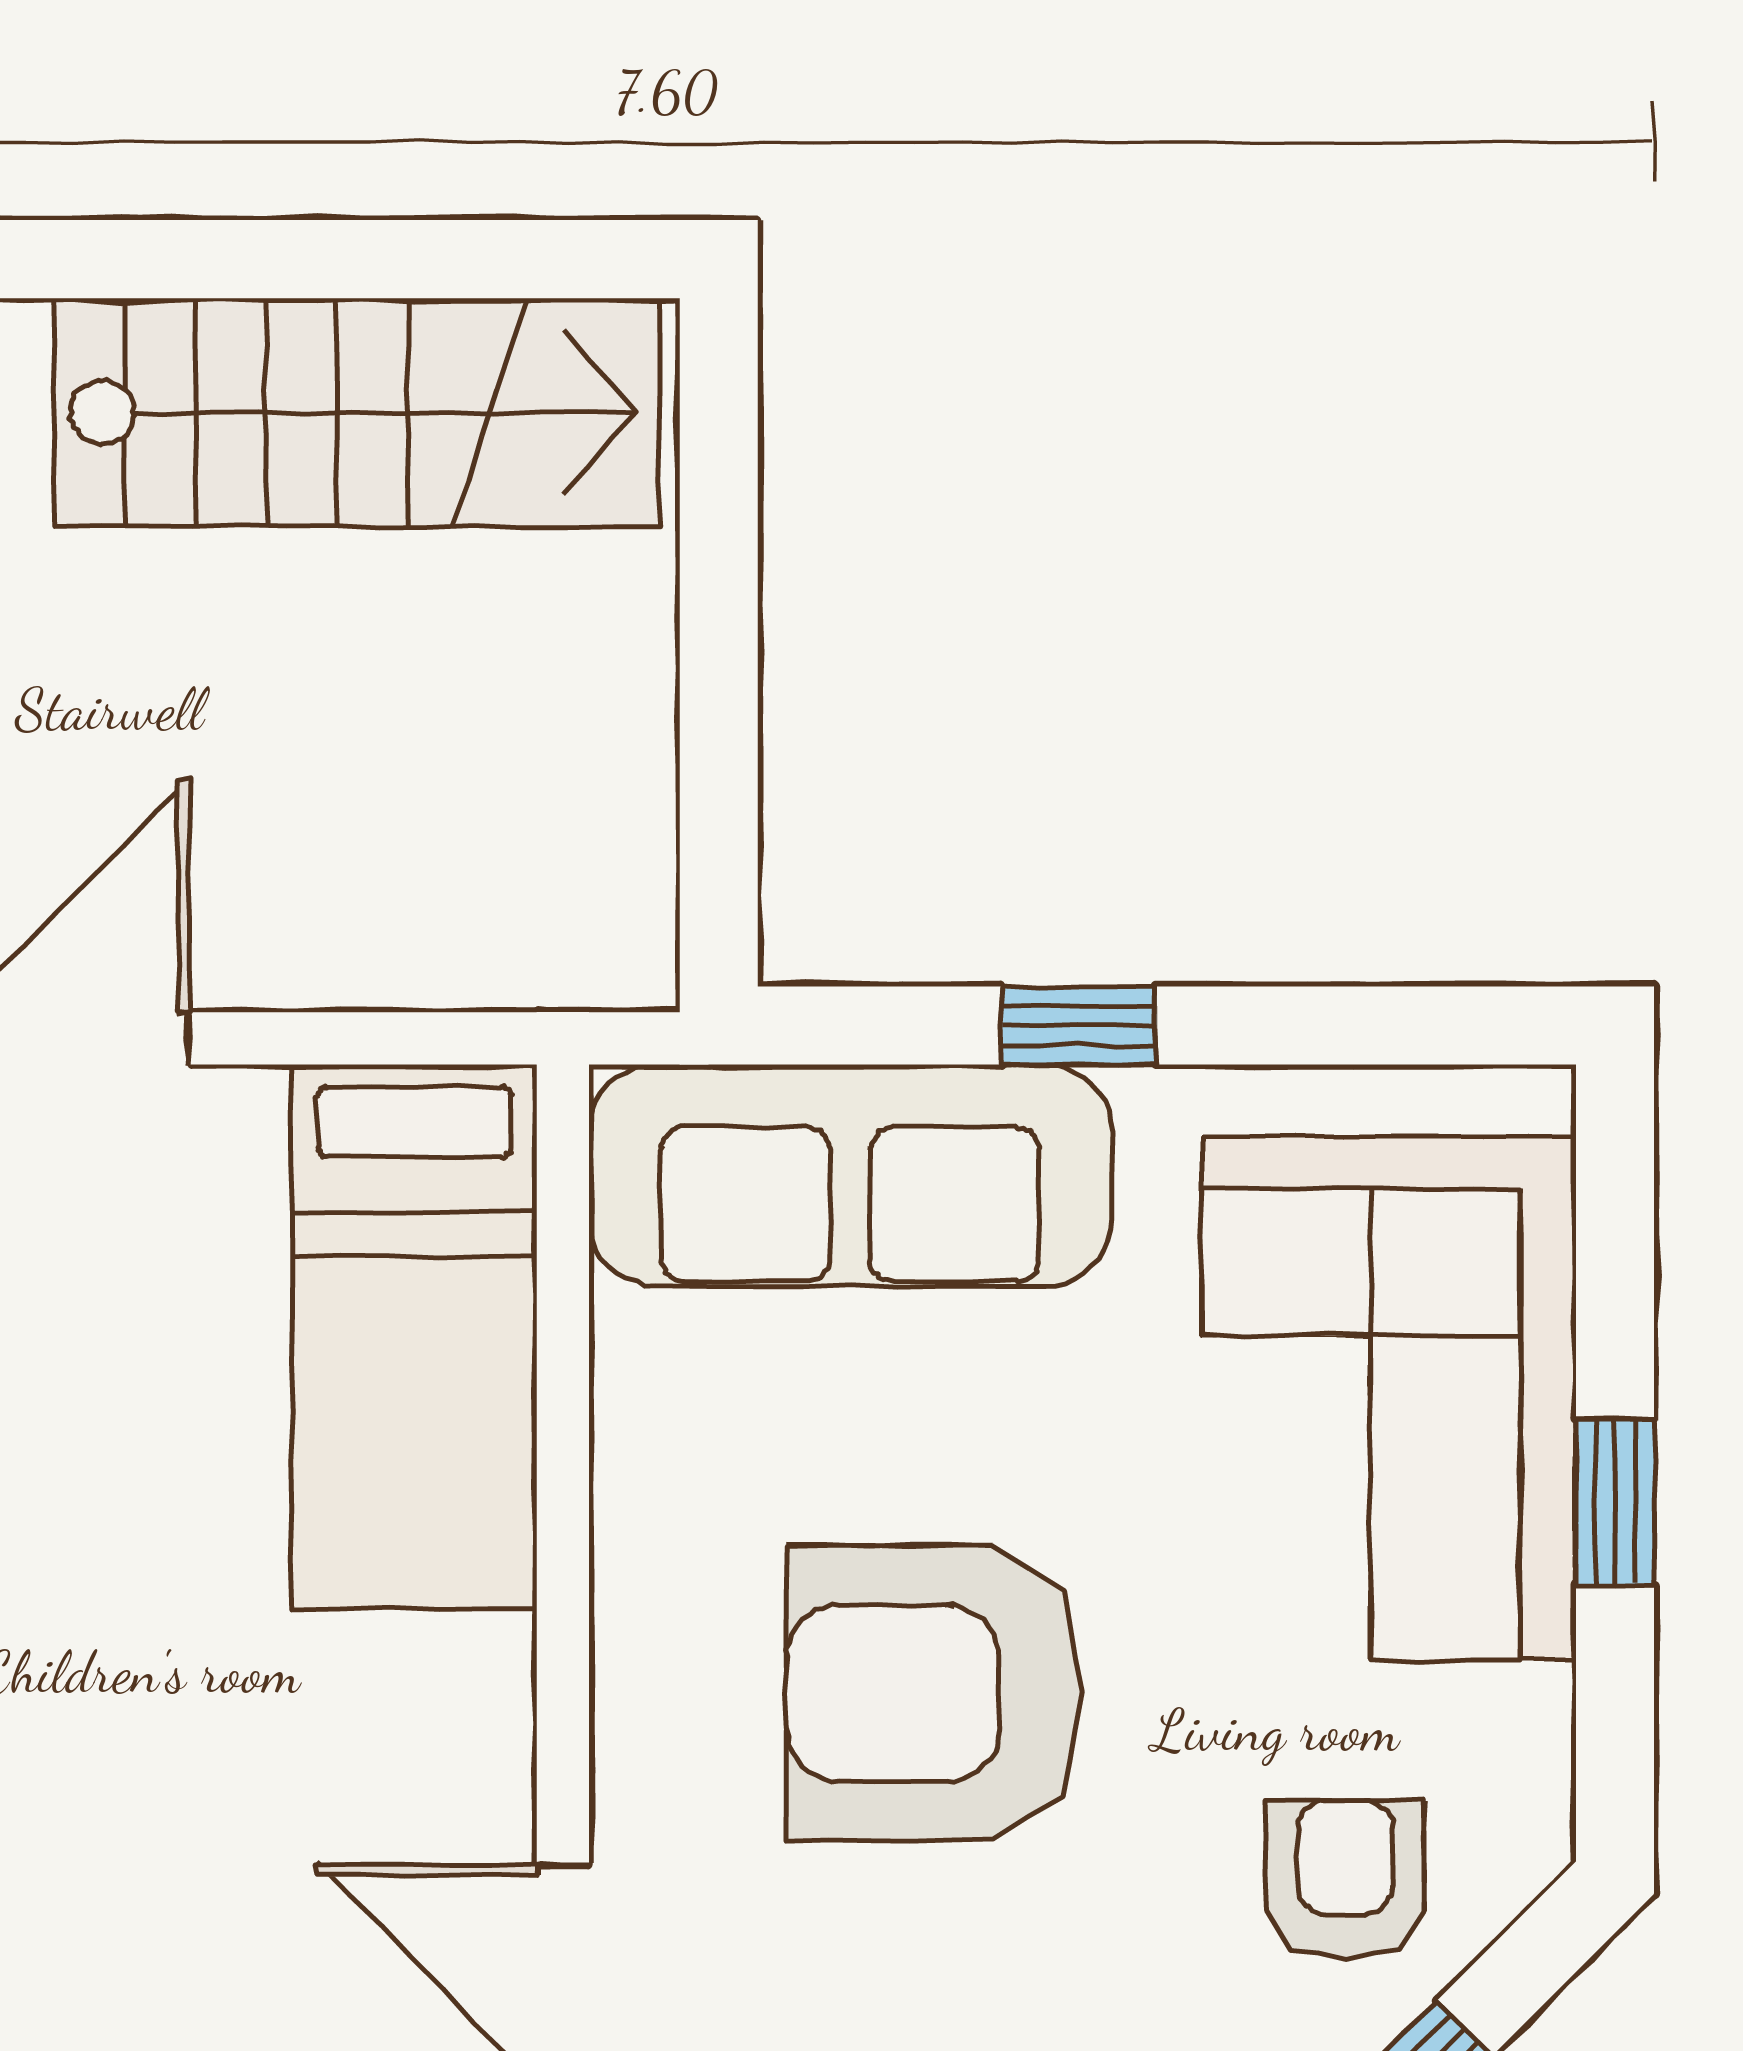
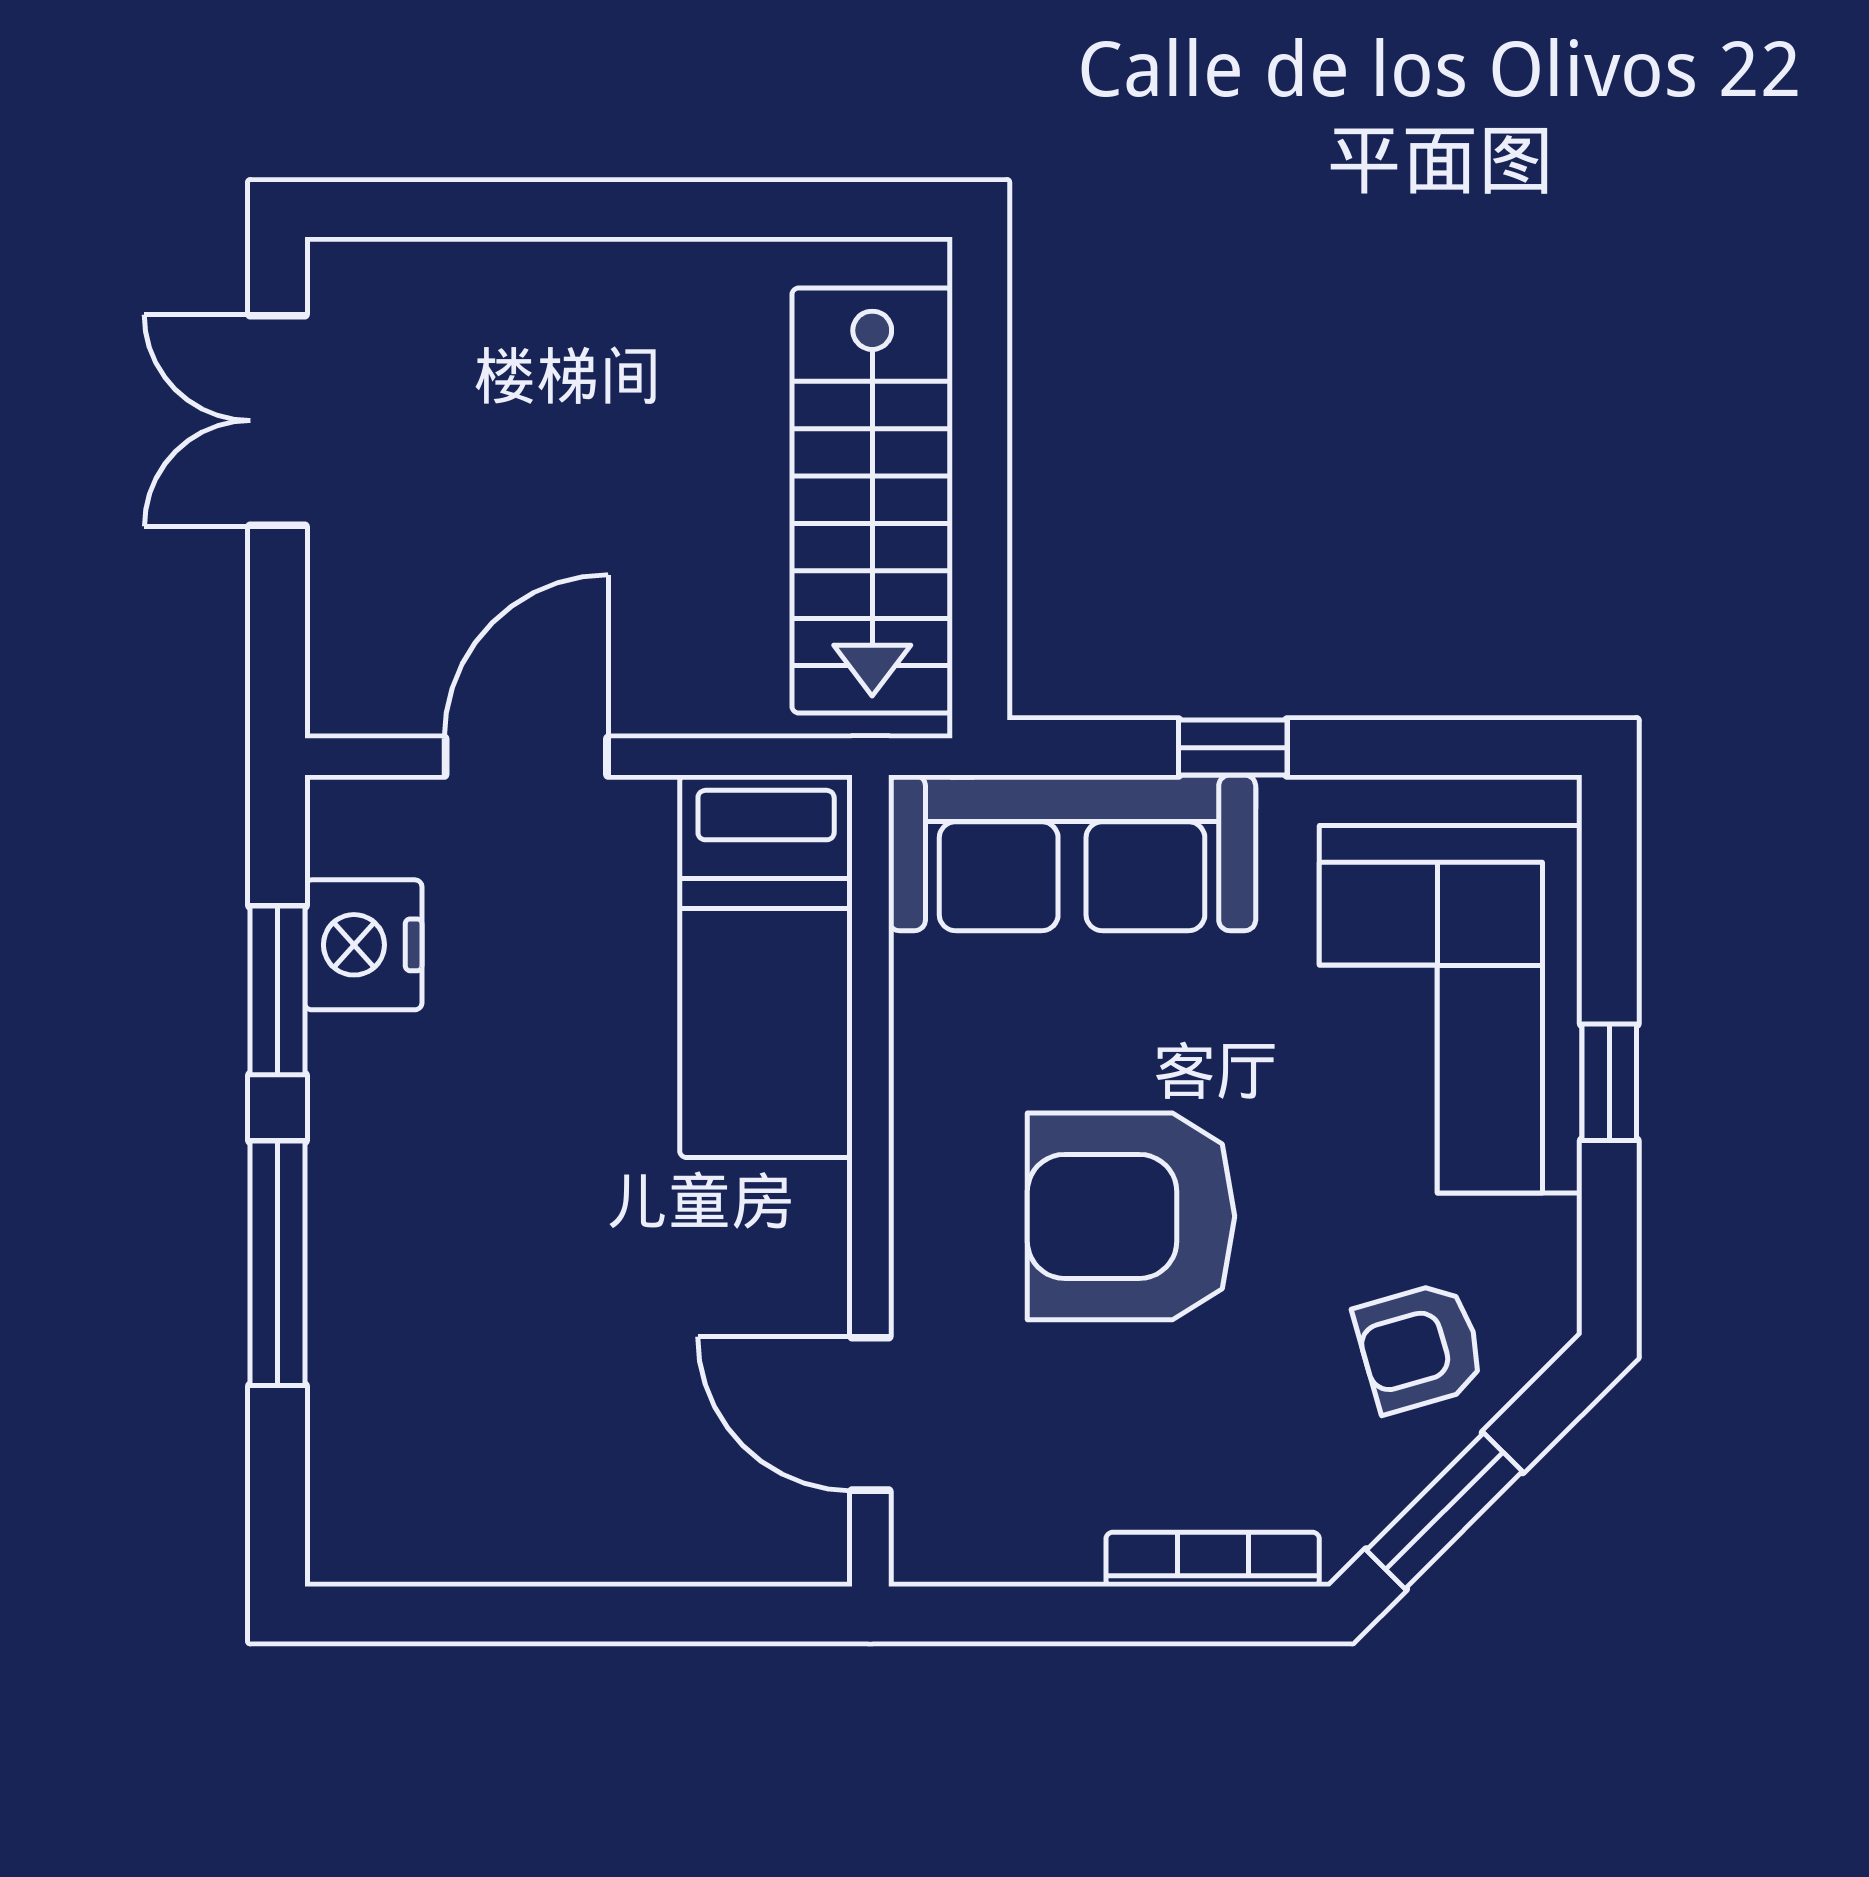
stairs: (357, 412) -> (872, 500), moved, turned 90
armchair: (1345, 1879) -> (1420, 1347), turned -106

